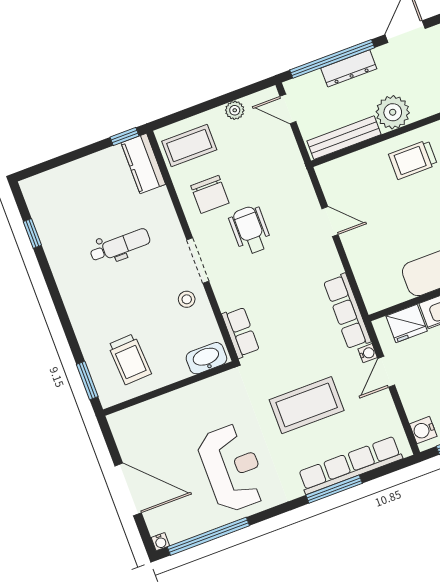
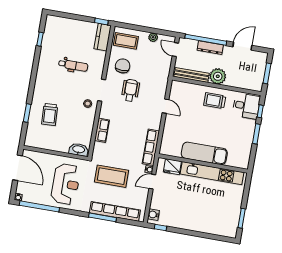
chair: (210, 194) -> (123, 66), turned 180
washbasin: (206, 358) -> (79, 150), moved
wall: (169, 389) -> (56, 153), moved

